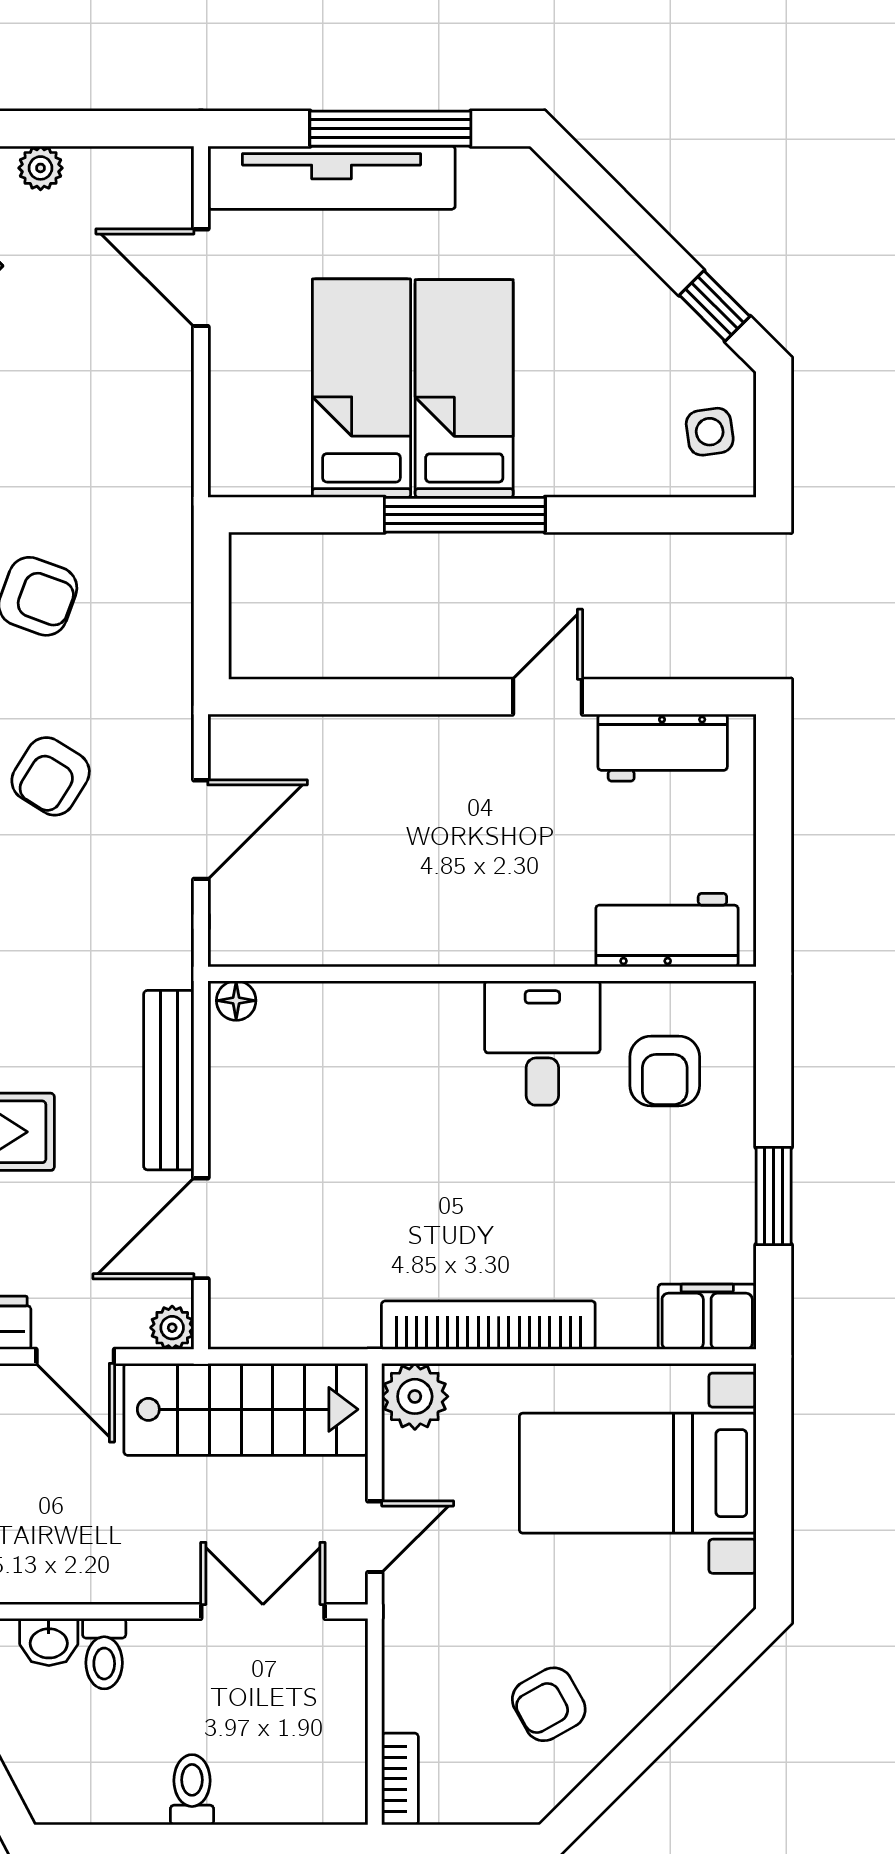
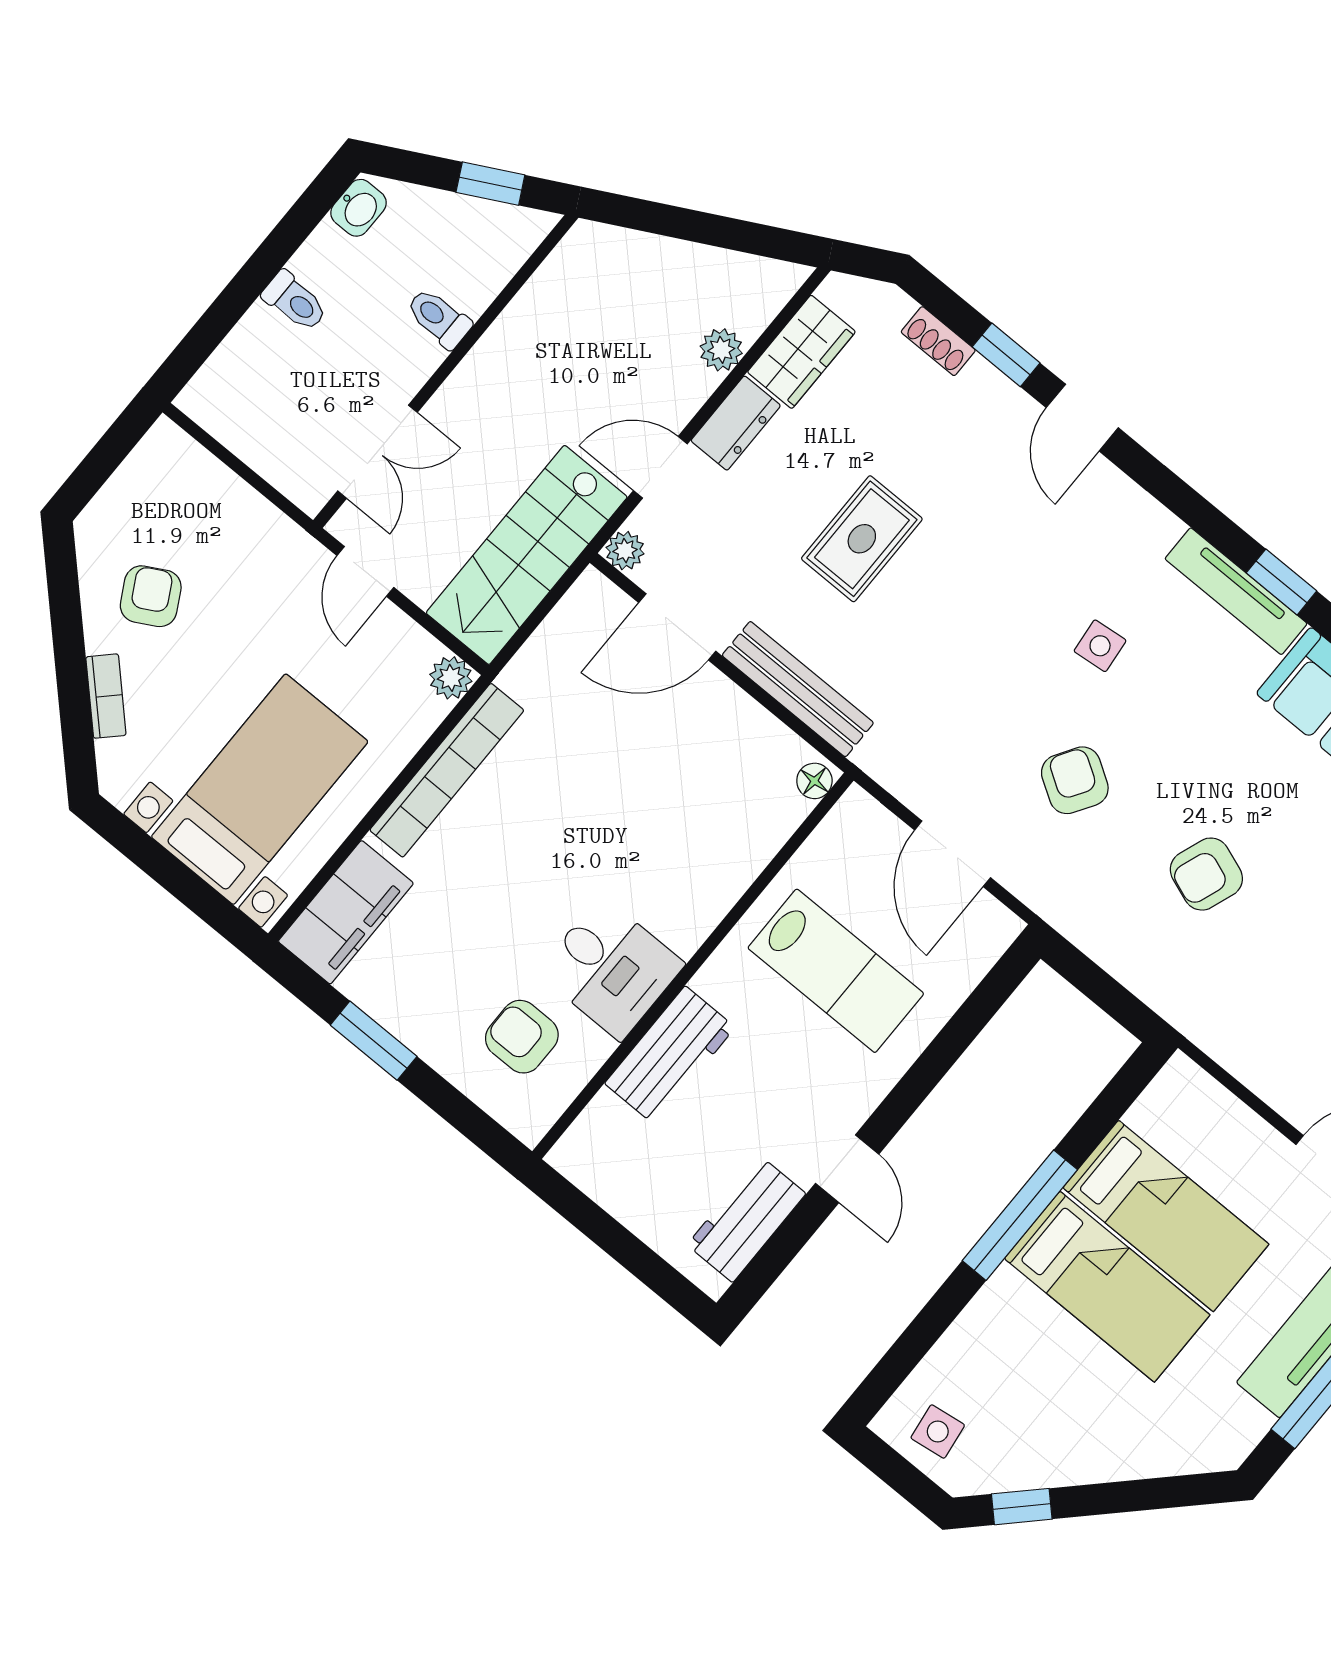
lab bench: (385, 847) -> (836, 971), added
workbench: (667, 930) -> (670, 1055), moved
door: (201, 1228) -> (677, 627), swing flipped
filing cabinet: (707, 1317) -> (346, 912), width x1.50, depth x1.17
plant: (415, 1396) -> (451, 678), width x0.73, depth x0.73
washbasin: (49, 1642) -> (359, 208), moved, turned 180
bookcase: (400, 1779) -> (106, 696), moved, turned -135

